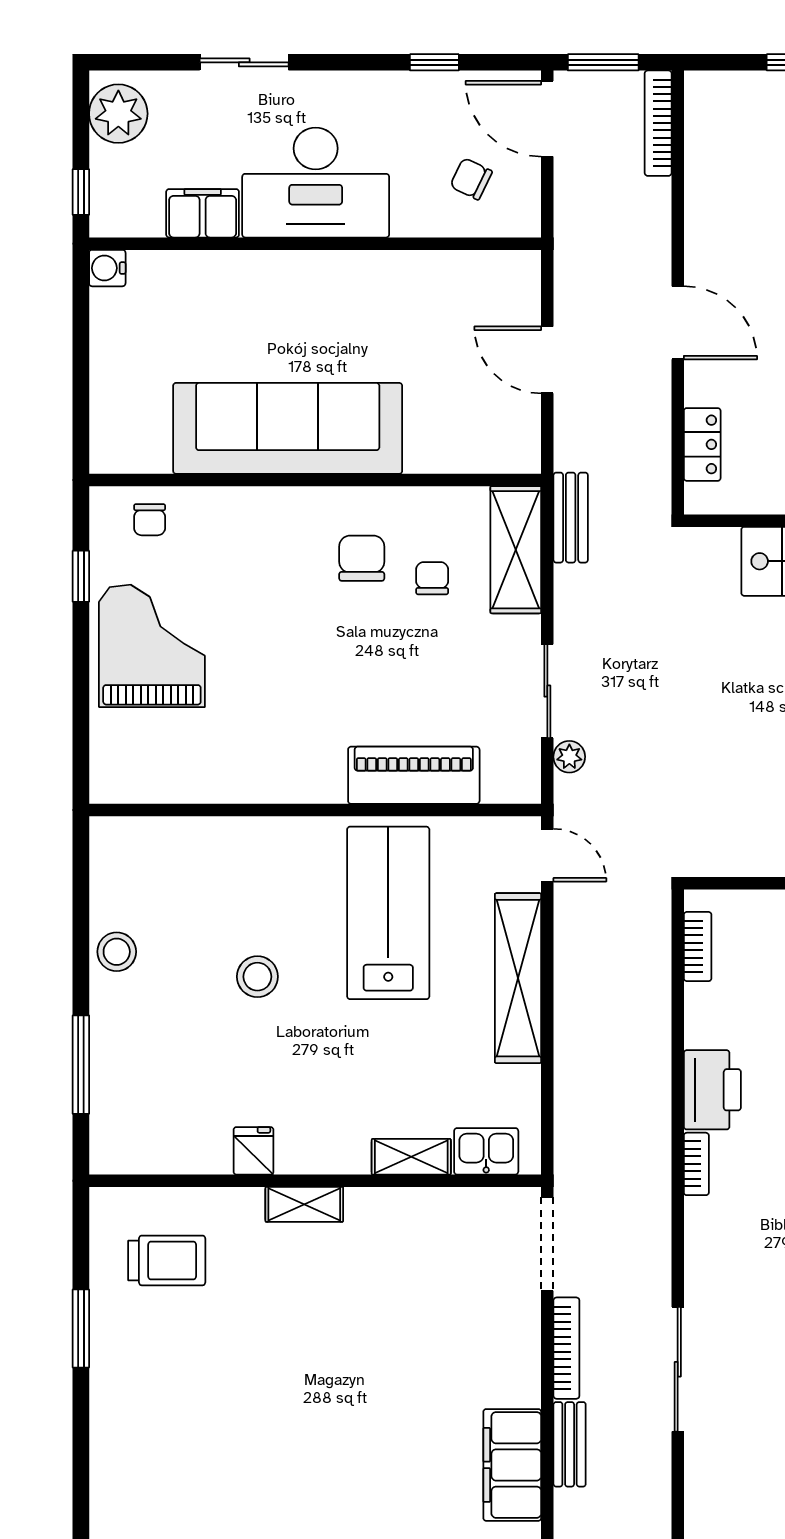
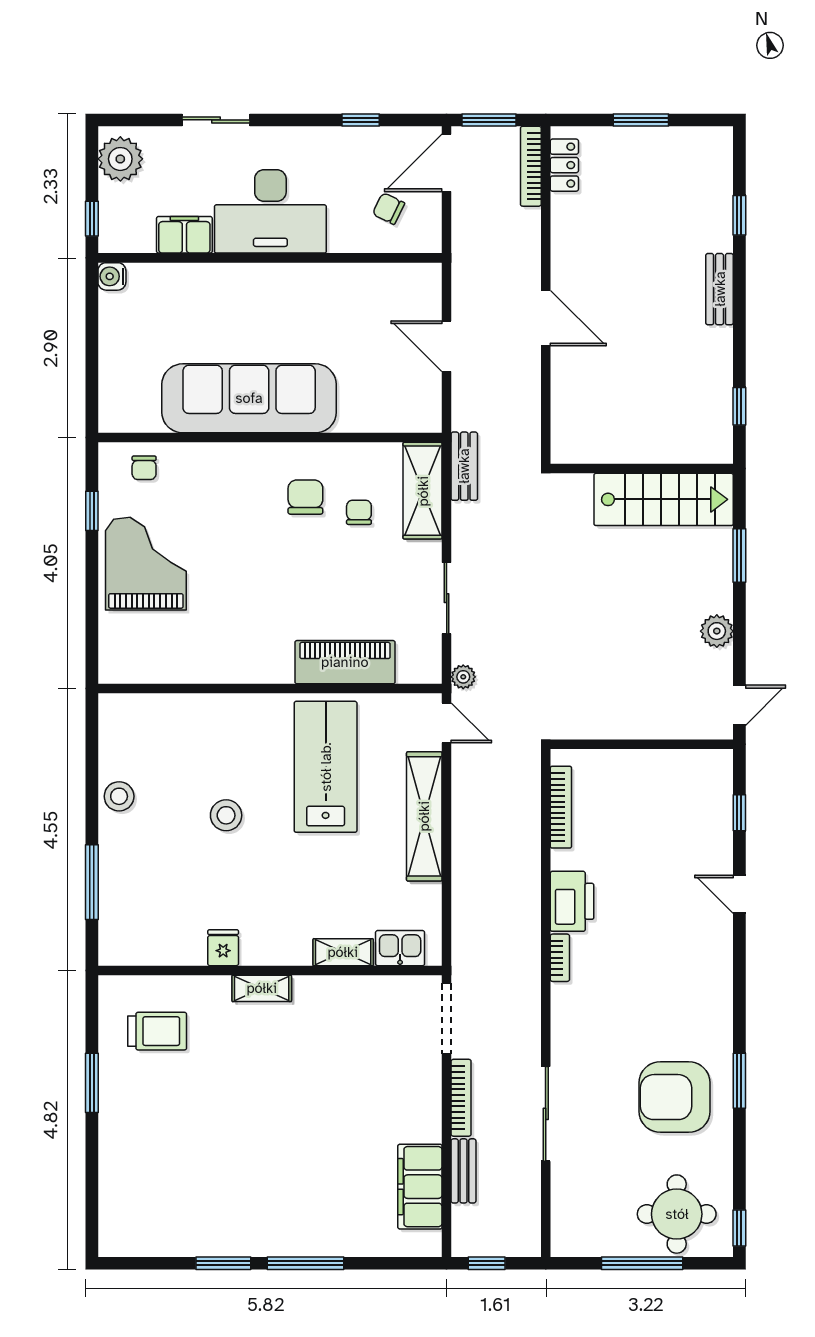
door: (547, 119) -> (447, 163), hinge flipped
locker: (702, 444) -> (564, 165), moved
plant: (569, 757) -> (463, 677), moved
bookcase: (698, 947) -> (561, 807), width x1.56

